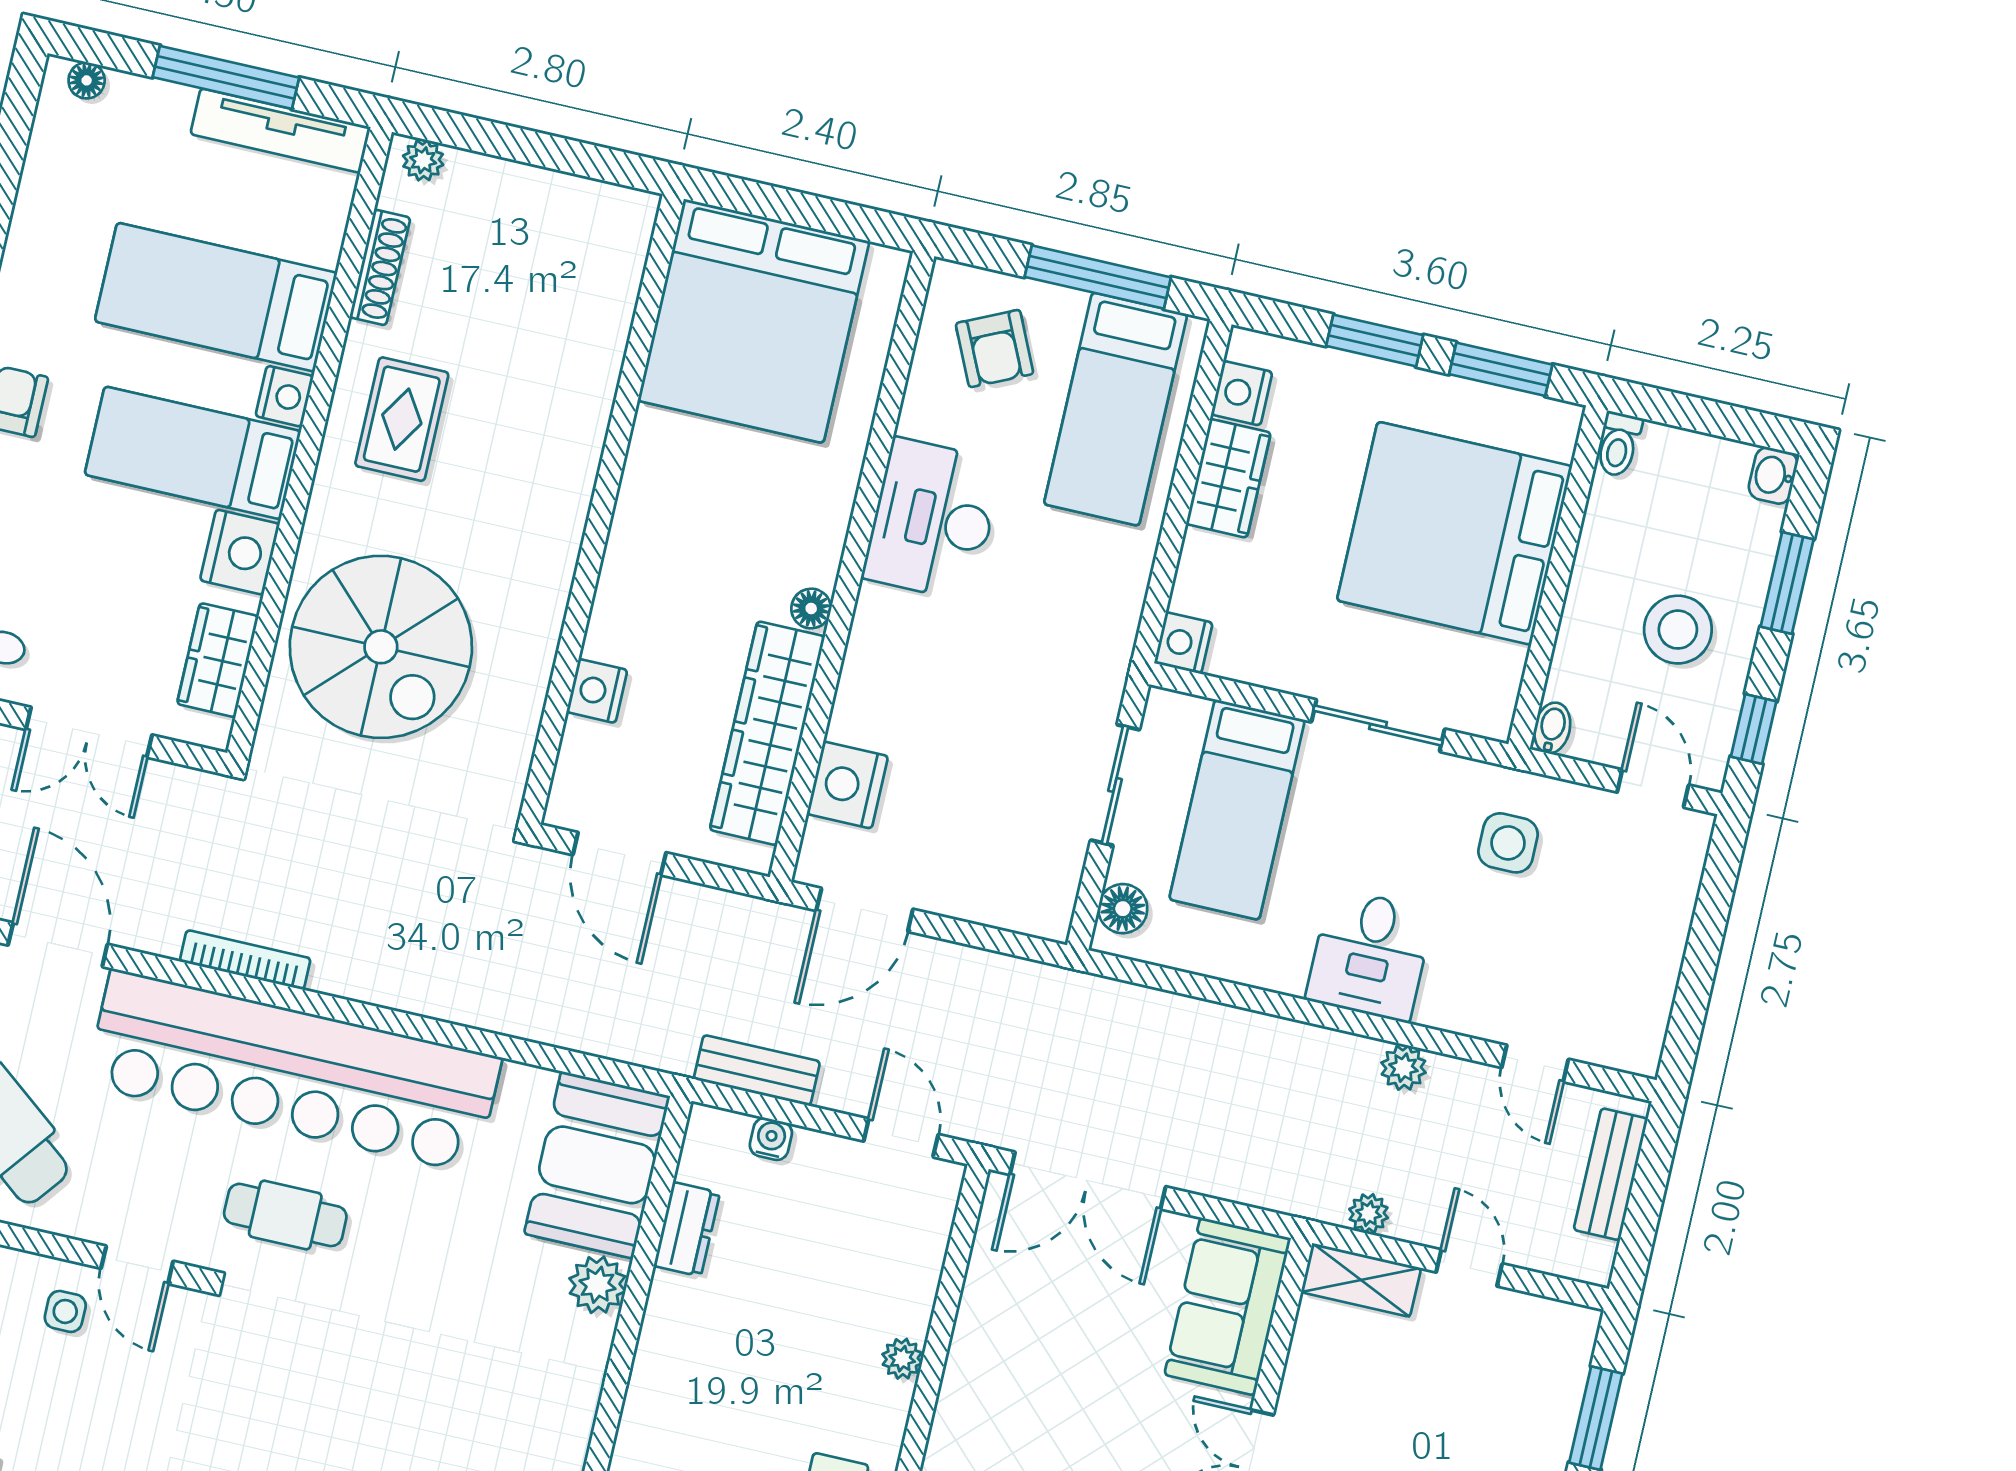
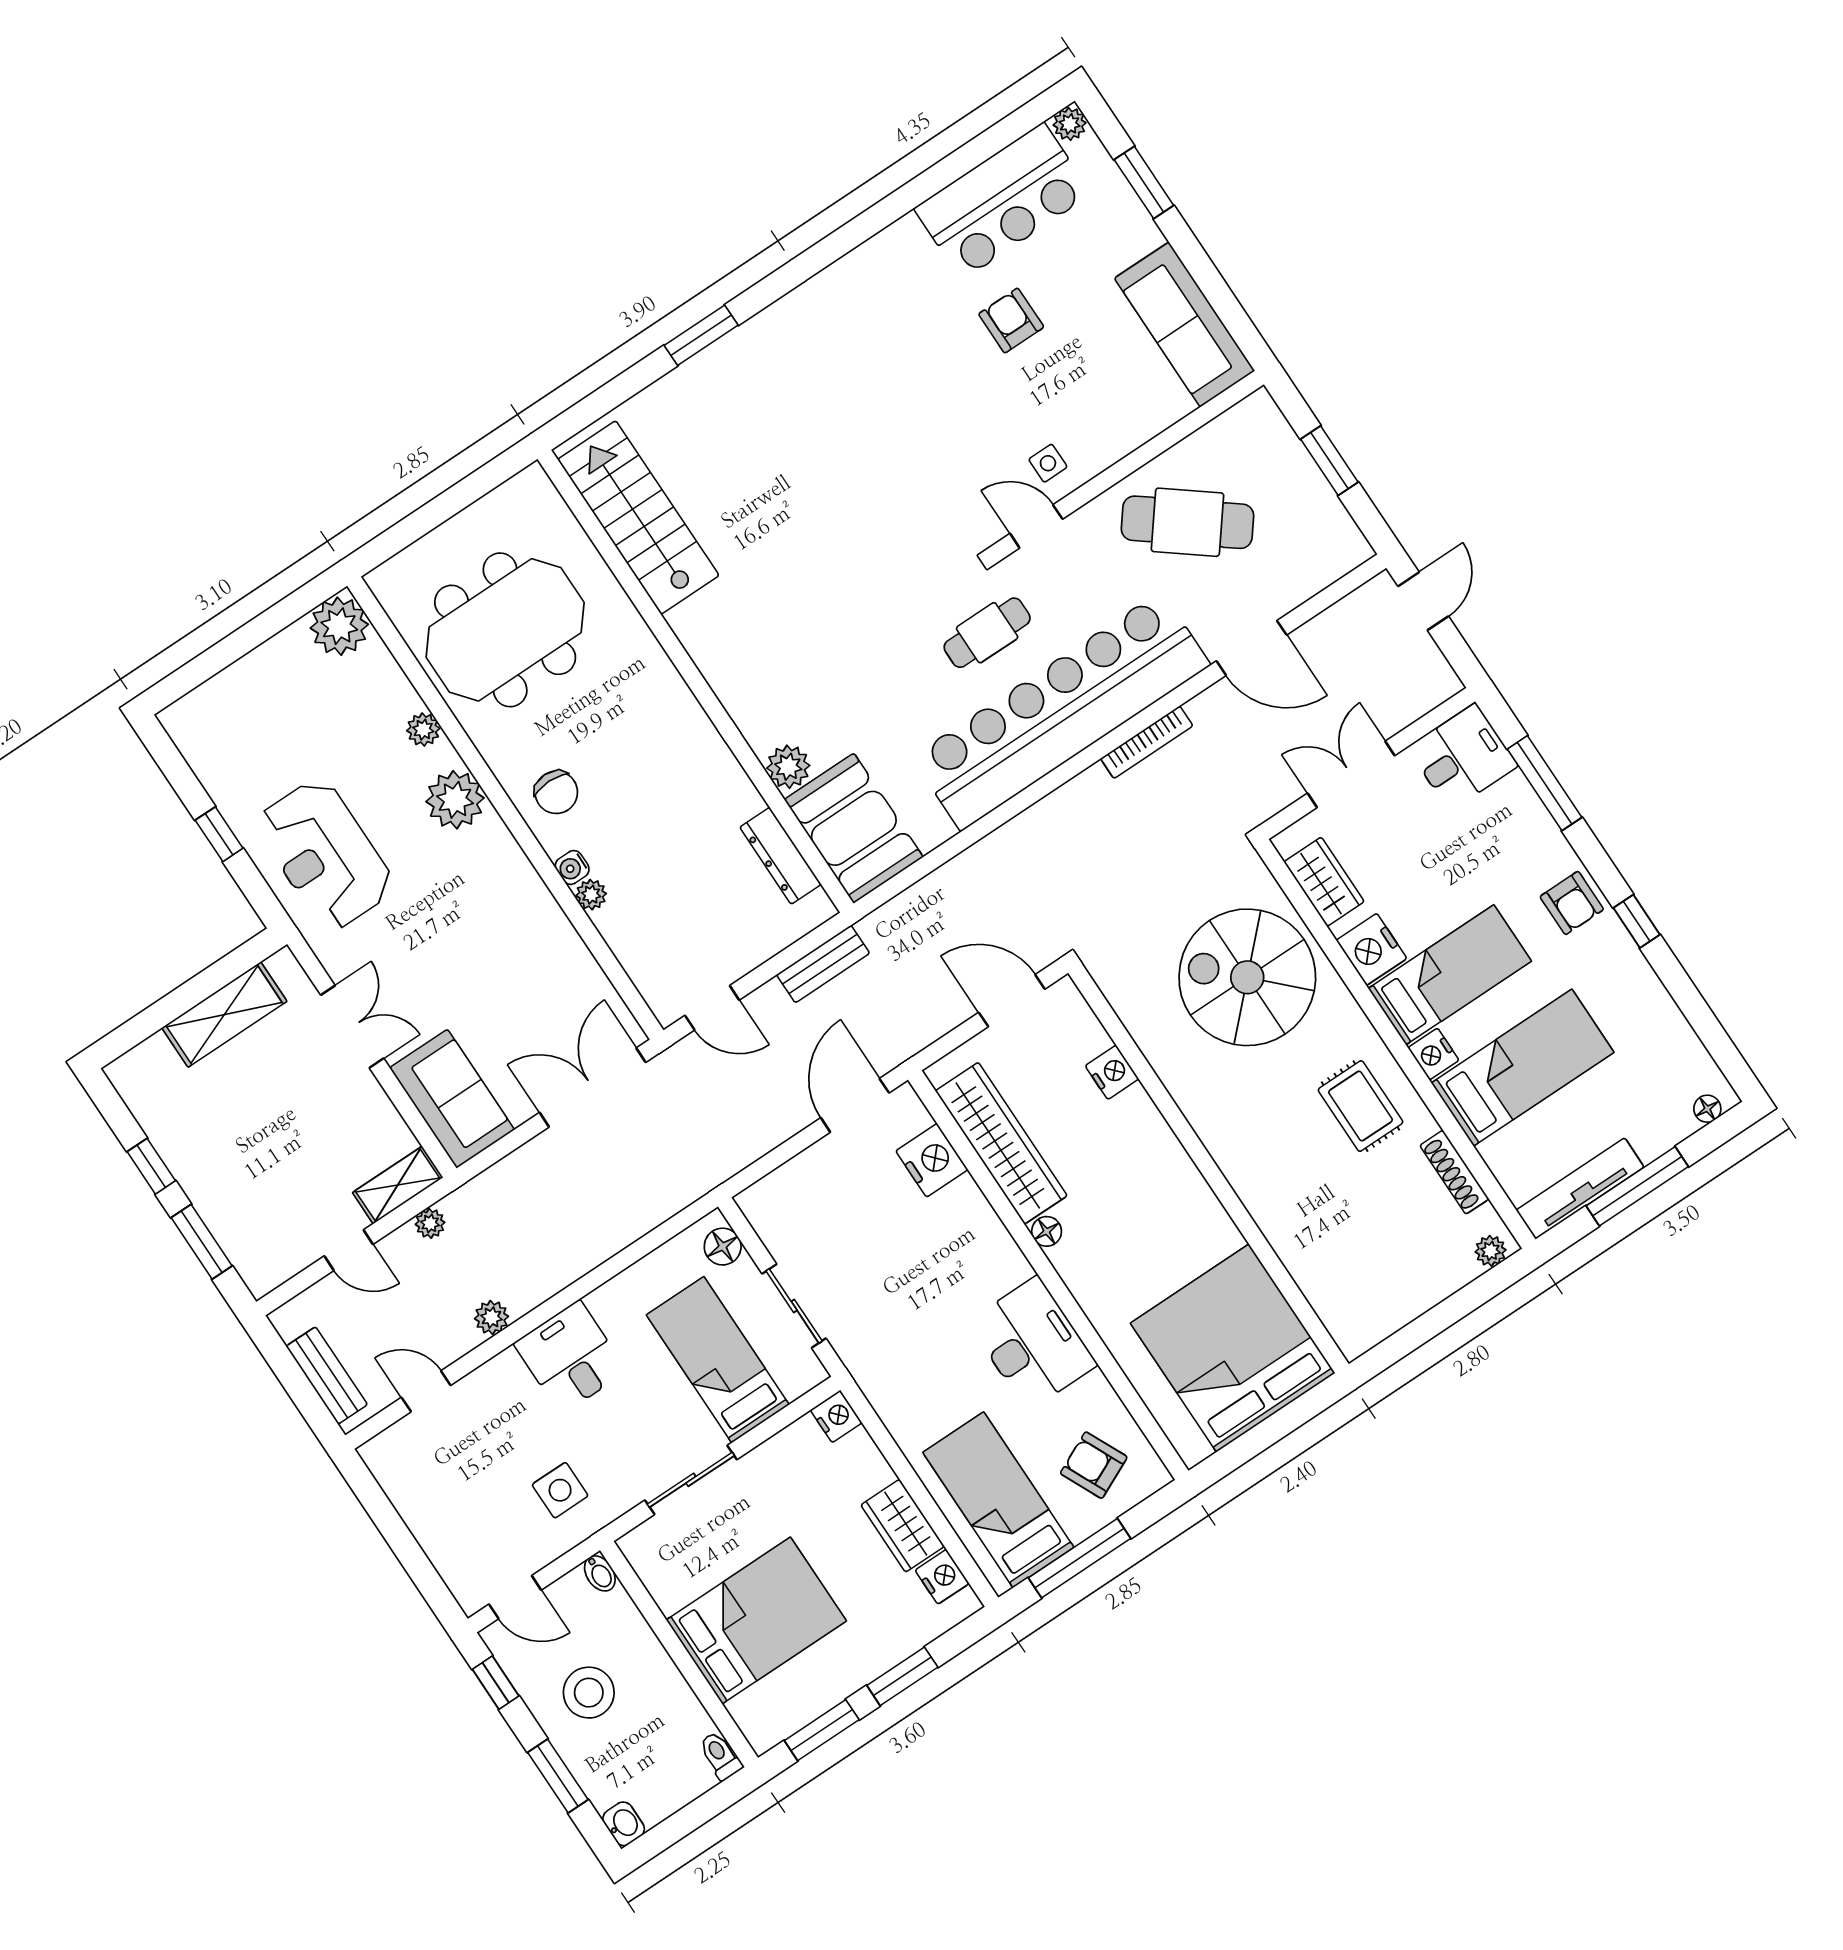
bed: (1454, 533) -> (756, 1620), width x0.73
water cooler: (771, 1139) -> (572, 867), moved, turned 90
dresser: (687, 1229) -> (780, 856), width x1.44

